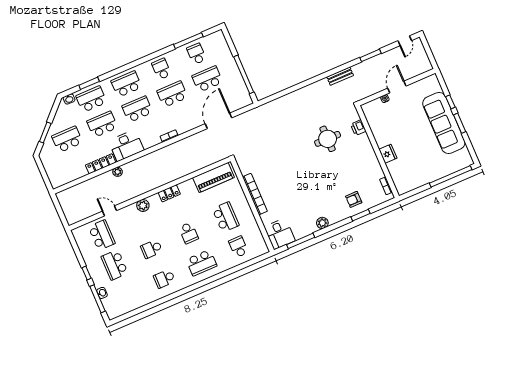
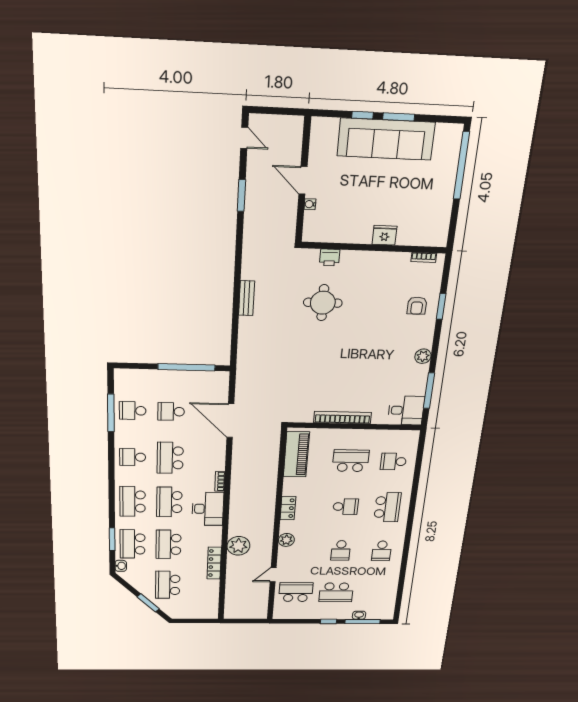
bench: (340, 76) -> (247, 298), moved
school desk: (207, 79) -> (171, 411), width x0.54
desk: (126, 146) -> (208, 509), moved
plant: (118, 172) -> (238, 546), width x1.88, depth x1.88

